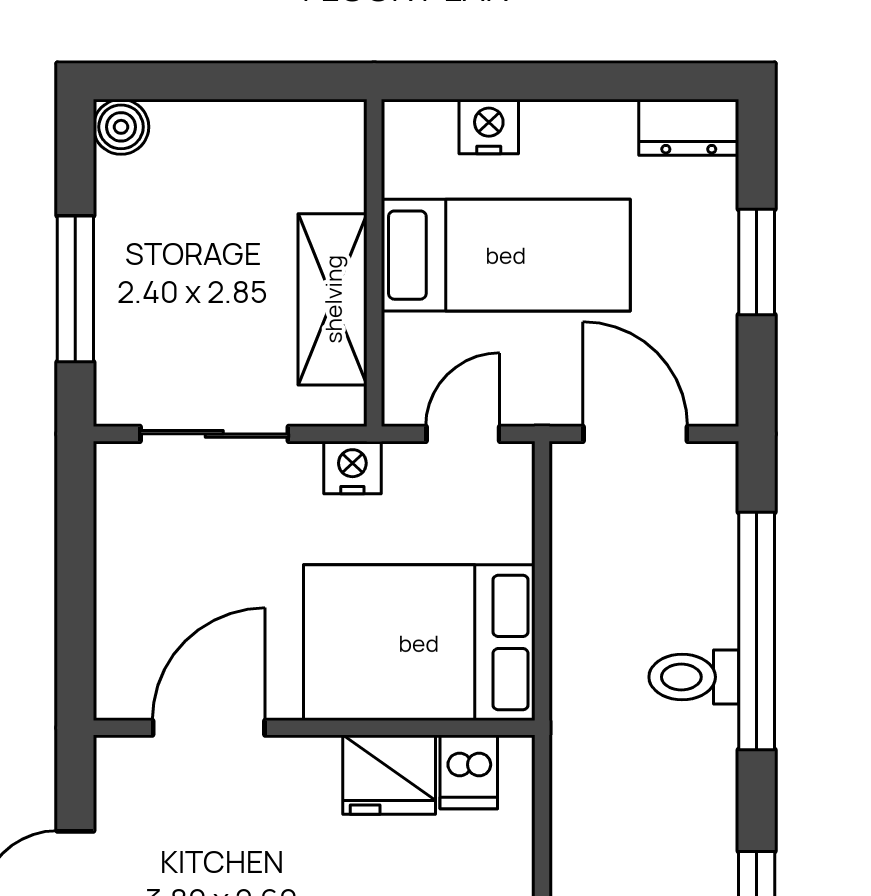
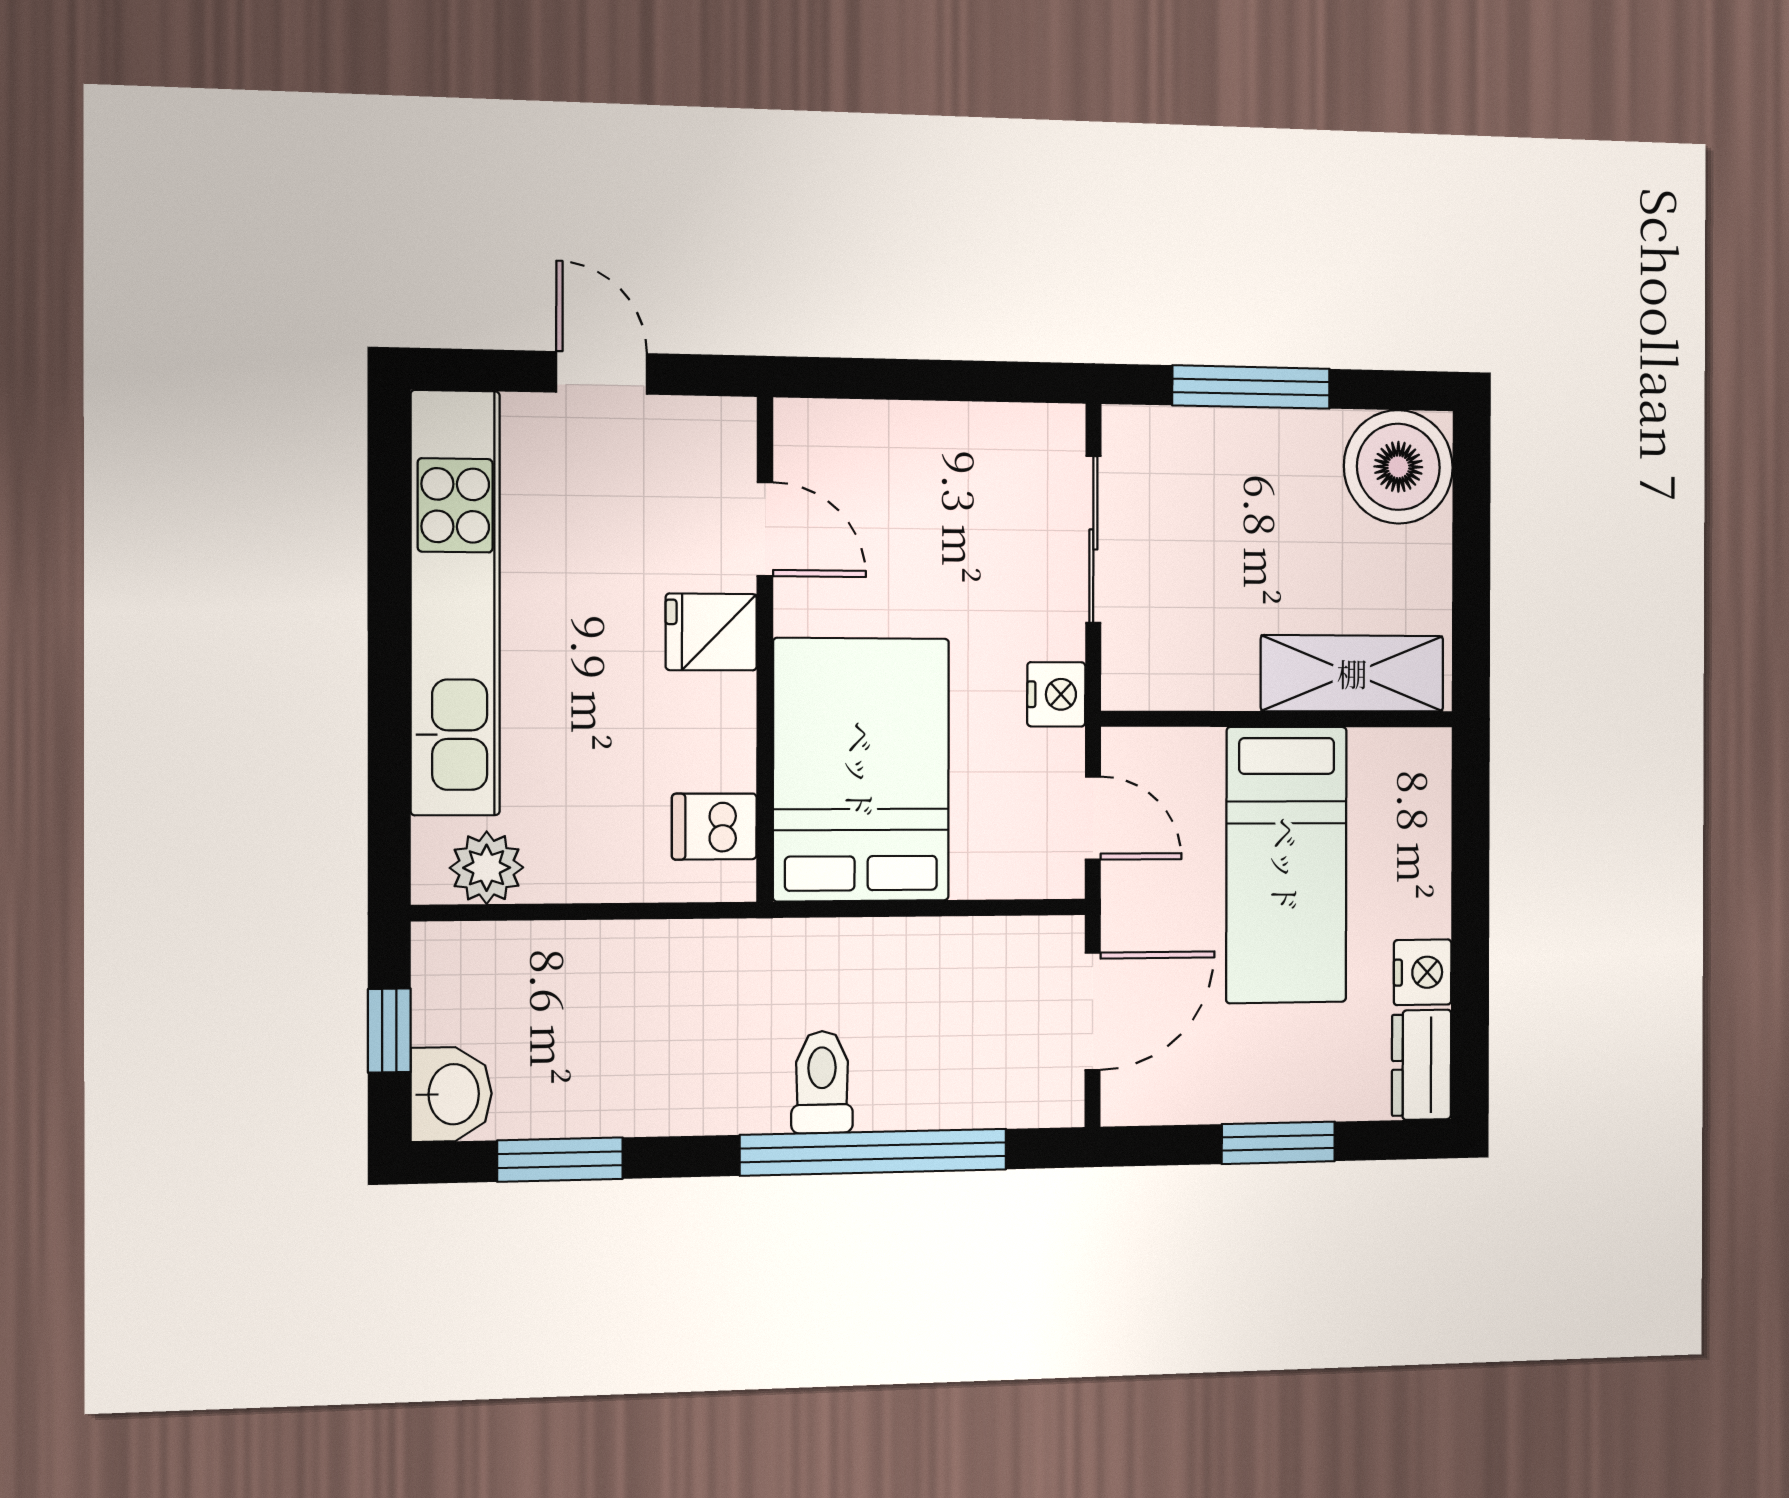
boiler: (121, 127) -> (1398, 467), width x1.86, depth x1.86
nightstand: (489, 127) -> (1423, 972), moved
shelving: (333, 299) -> (1352, 673), moved
door: (209, 728) -> (765, 529), width x0.73
fridge: (389, 775) -> (711, 632), moved, width x0.72

